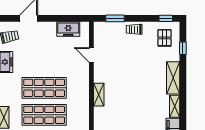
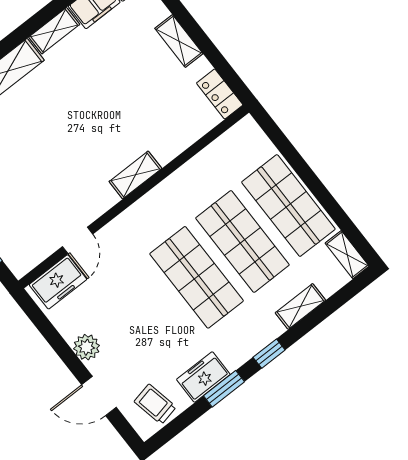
plant: (50, 28) -> (87, 347), added
freezer: (68, 29) -> (58, 282), moved, turned 90

